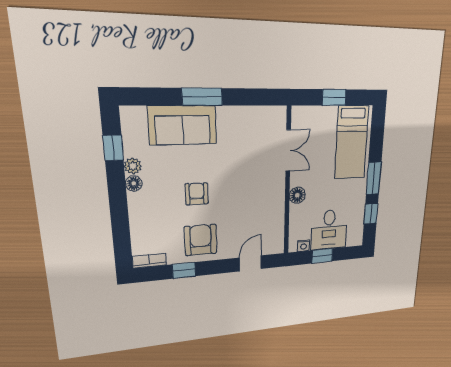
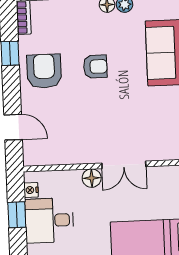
double door: (288, 150) -> (124, 165), moved
armchair: (201, 240) -> (44, 71), turned -90

